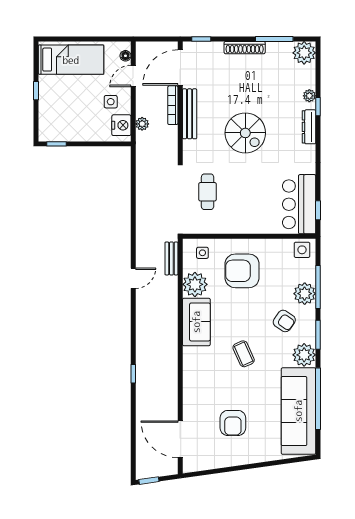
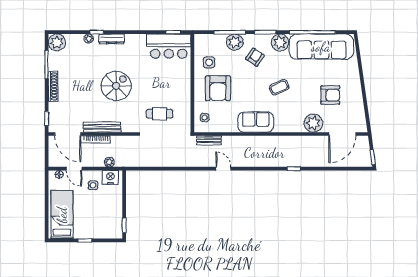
side table: (302, 250) -> (209, 62), moved
plant: (195, 284) -> (313, 123), moved

